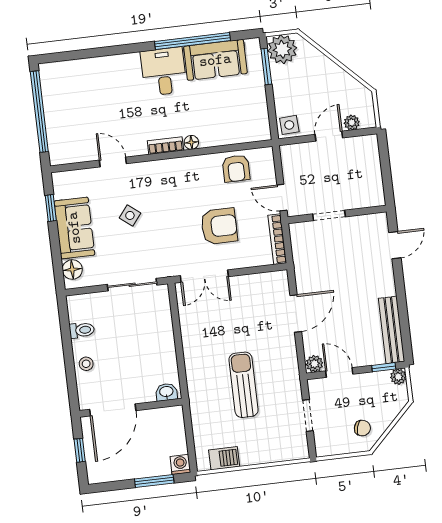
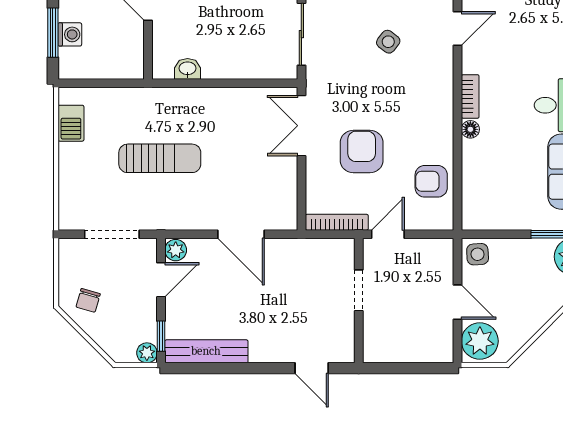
plant: (352, 123) -> (480, 341), width x1.87, depth x1.87
armchair: (219, 226) -> (362, 152), turned 180
washbasin: (166, 392) -> (188, 69), moved, turned -90
doorway: (308, 415) -> (112, 234), width x1.38
washing machine: (180, 464) -> (70, 34), moved

